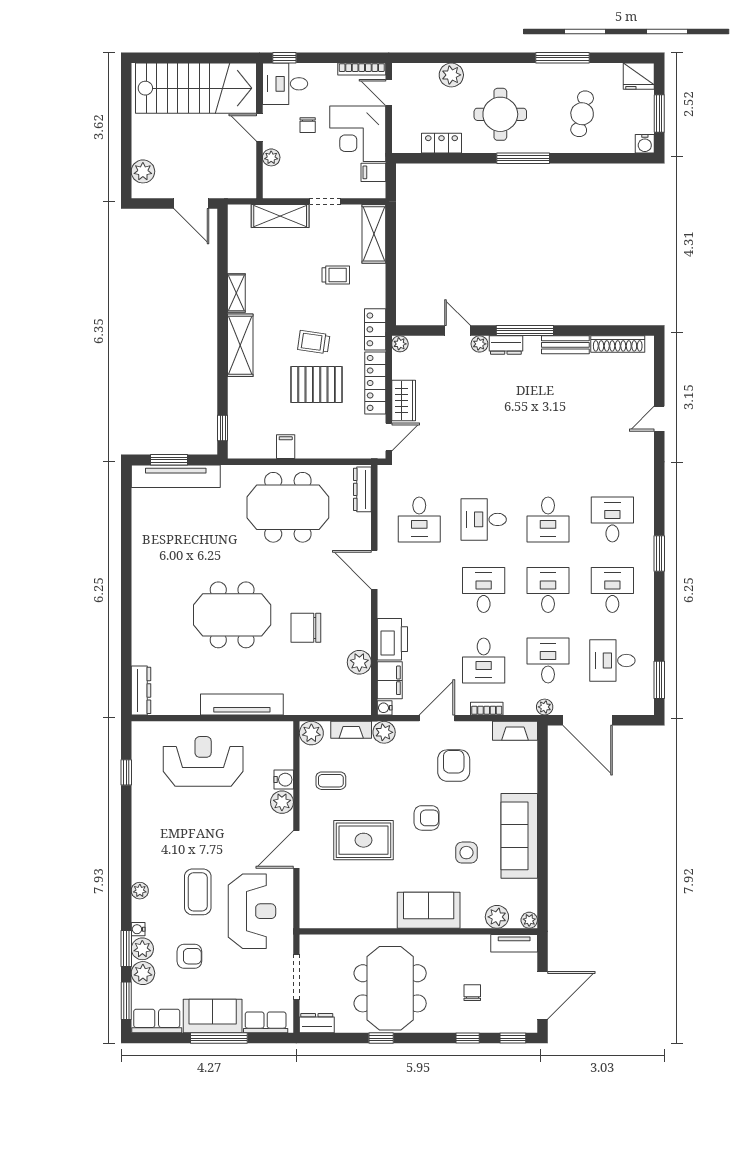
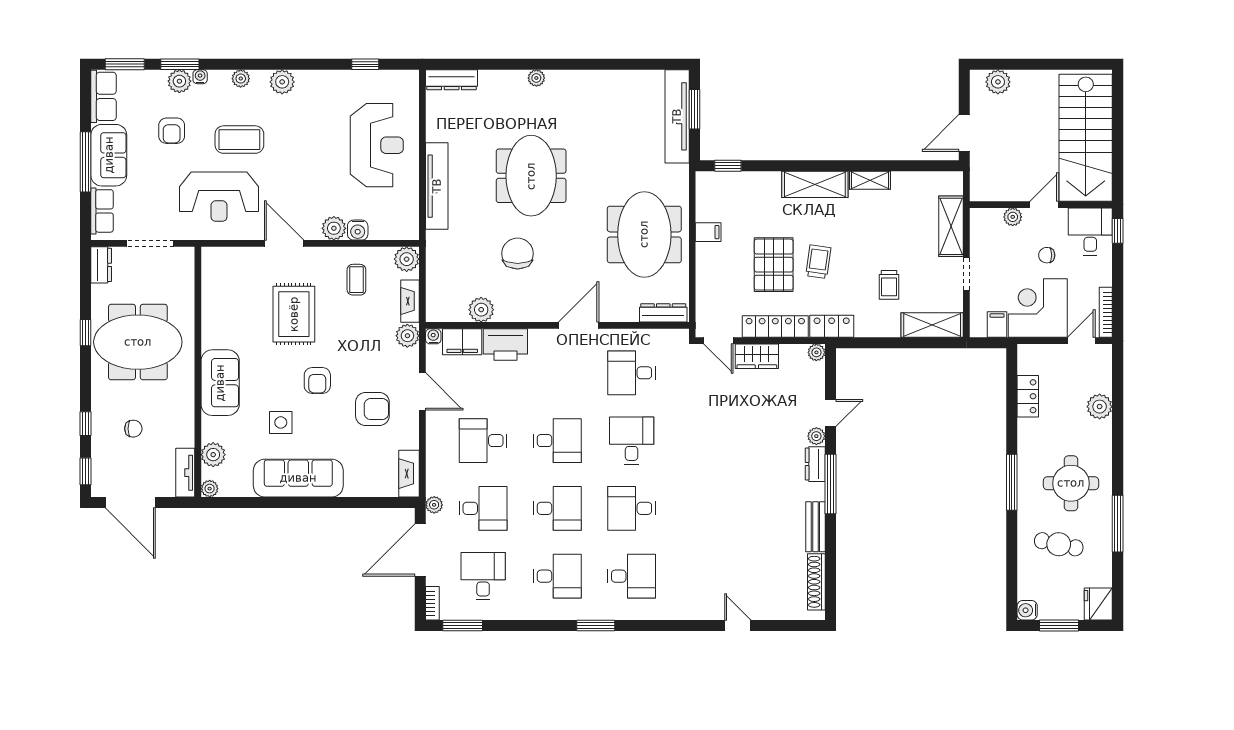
round table: (500, 114) -> (1071, 483), moved
plant: (139, 610) -> (536, 78), added
bookcase: (487, 709) -> (432, 603), moved
plant: (143, 973) -> (282, 82), moved

